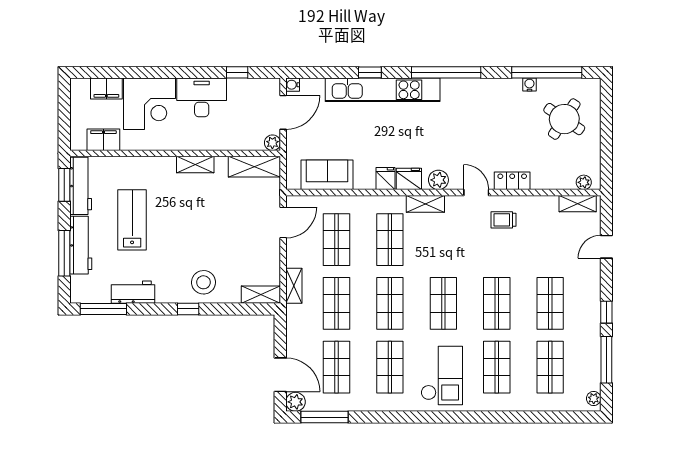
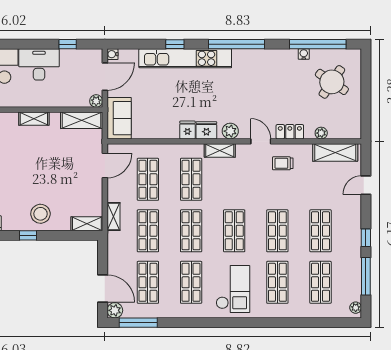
sofa: (327, 175) -> (119, 118), moved, turned 90
plant: (584, 182) -> (321, 133), moved
shelving: (578, 204) -> (335, 152), width x1.50, depth x1.33

